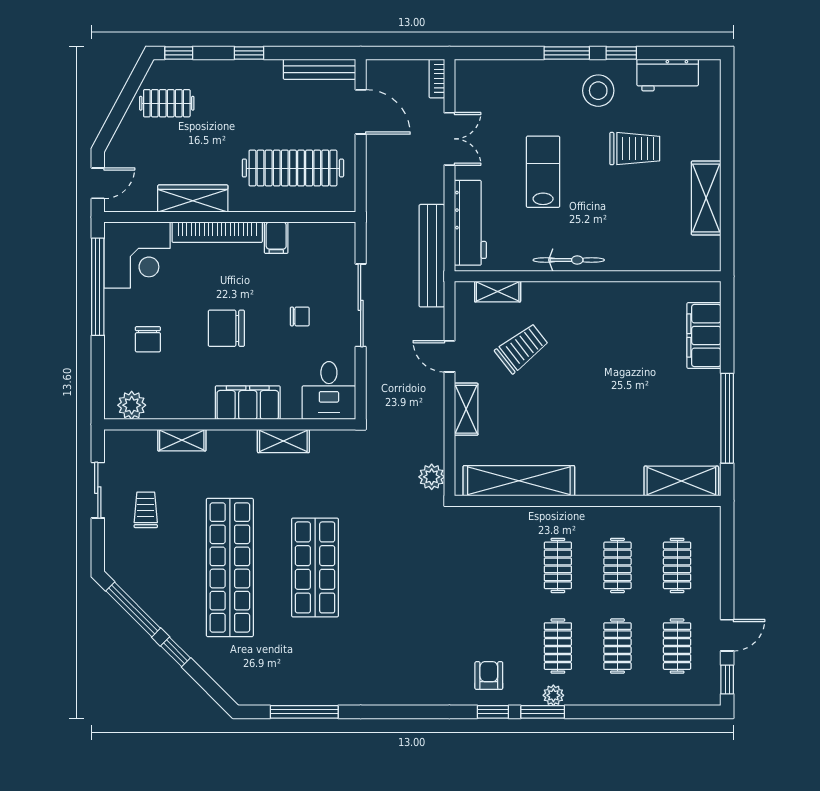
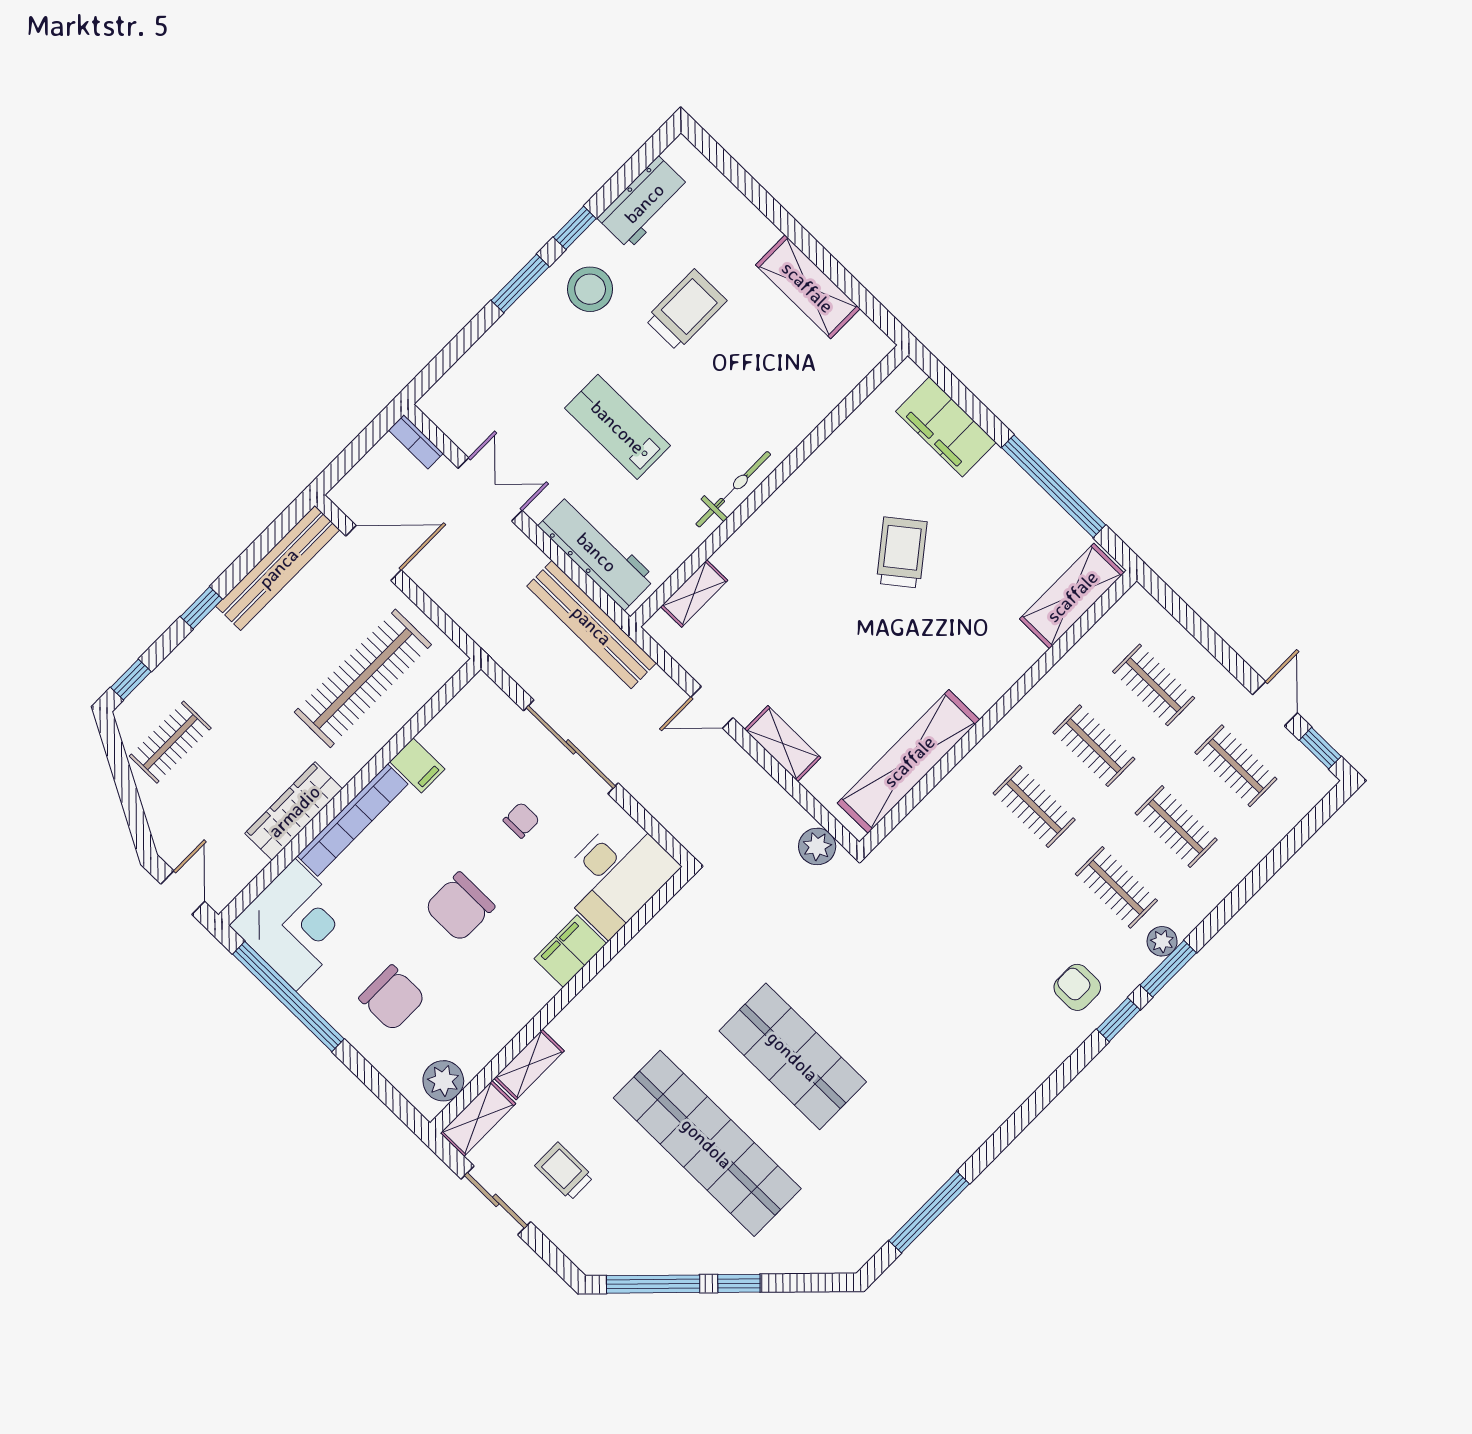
bench: (319, 69) -> (278, 568), width x1.37, depth x1.21
chair: (148, 339) -> (392, 998), width x1.37, depth x1.37
trolley: (522, 348) -> (902, 552), moved
desk: (329, 391) -> (616, 875), width x1.37
filing cabinet: (248, 403) -> (570, 951), width x0.67, depth x0.86
shelving: (283, 441) -> (478, 1118), moved

